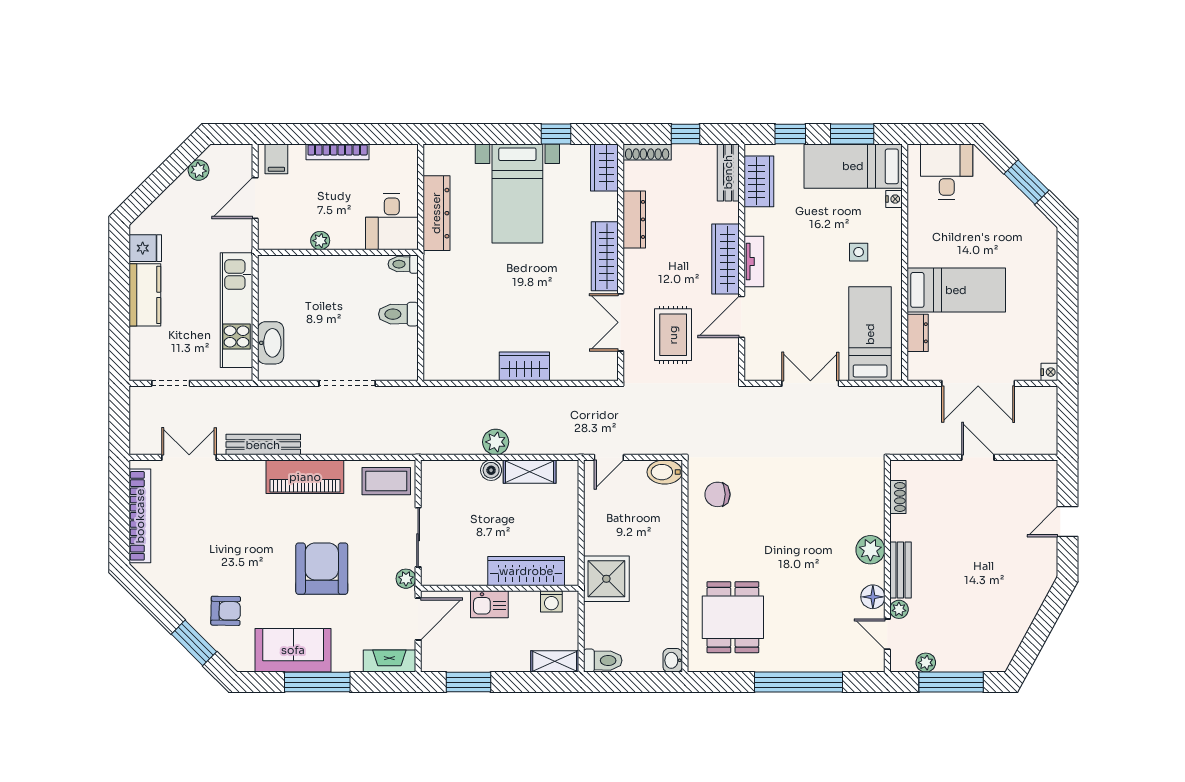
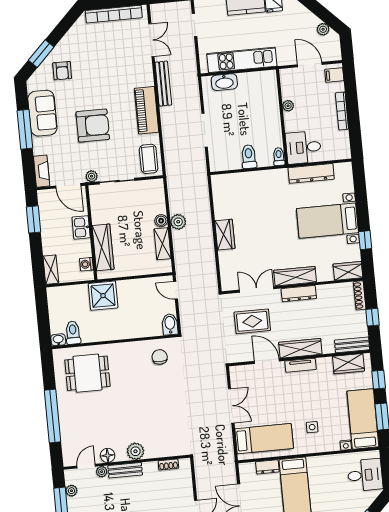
dresser: (634, 219) -> (299, 294), moved
toilet: (603, 661) -> (73, 333), moved, turned 180

